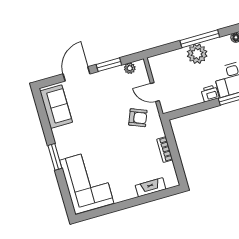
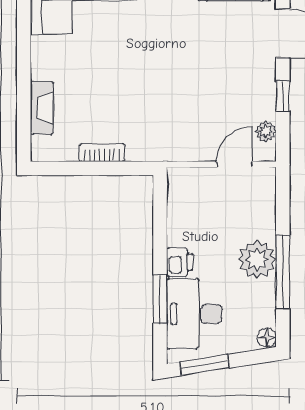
window: (109, 65) -> (283, 96), width x0.67
door: (155, 92) -> (235, 164), moved
armchair: (138, 118) -> (173, 121), removed

